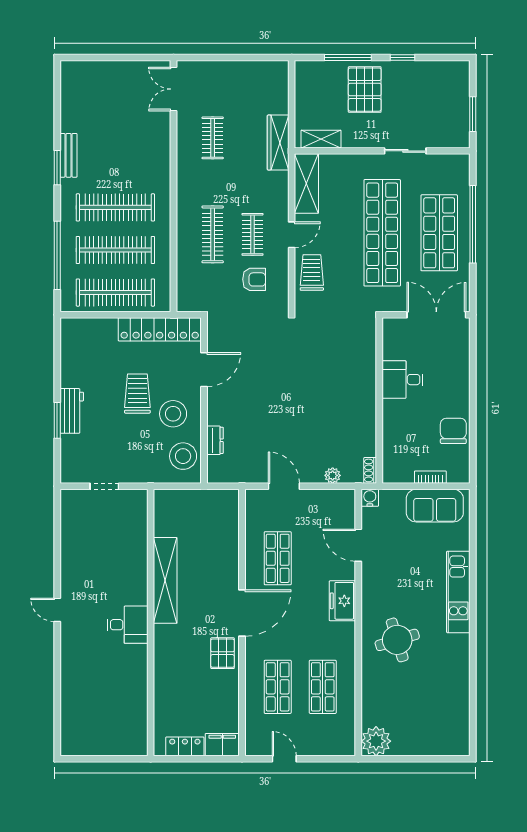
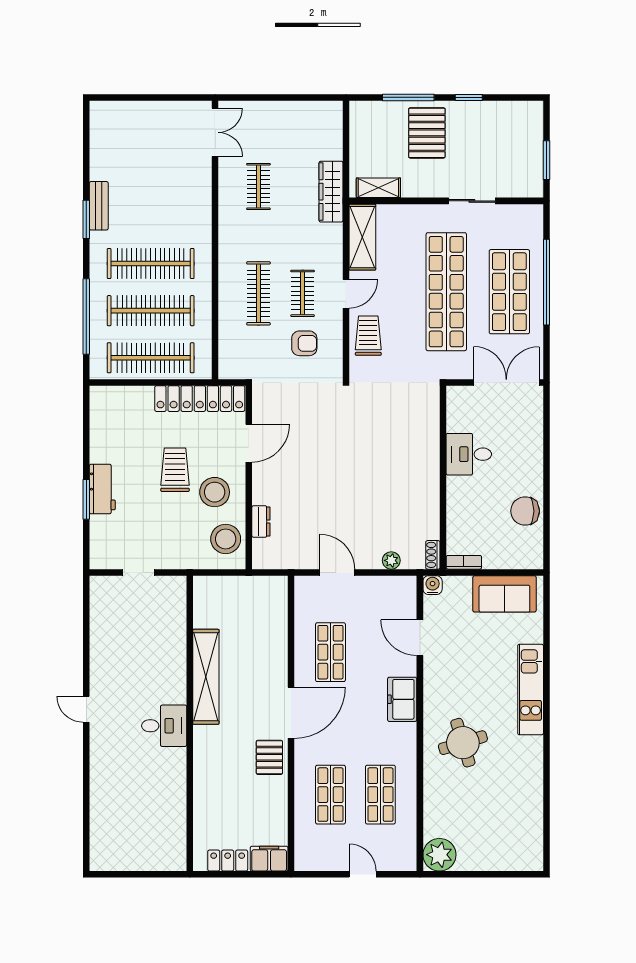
double door: (173, 89) -> (215, 132), swing flipped
chair: (453, 431) -> (525, 511), turned -90
bookcase: (430, 477) -> (464, 562), moved
door: (284, 759) -> (363, 874), moved

